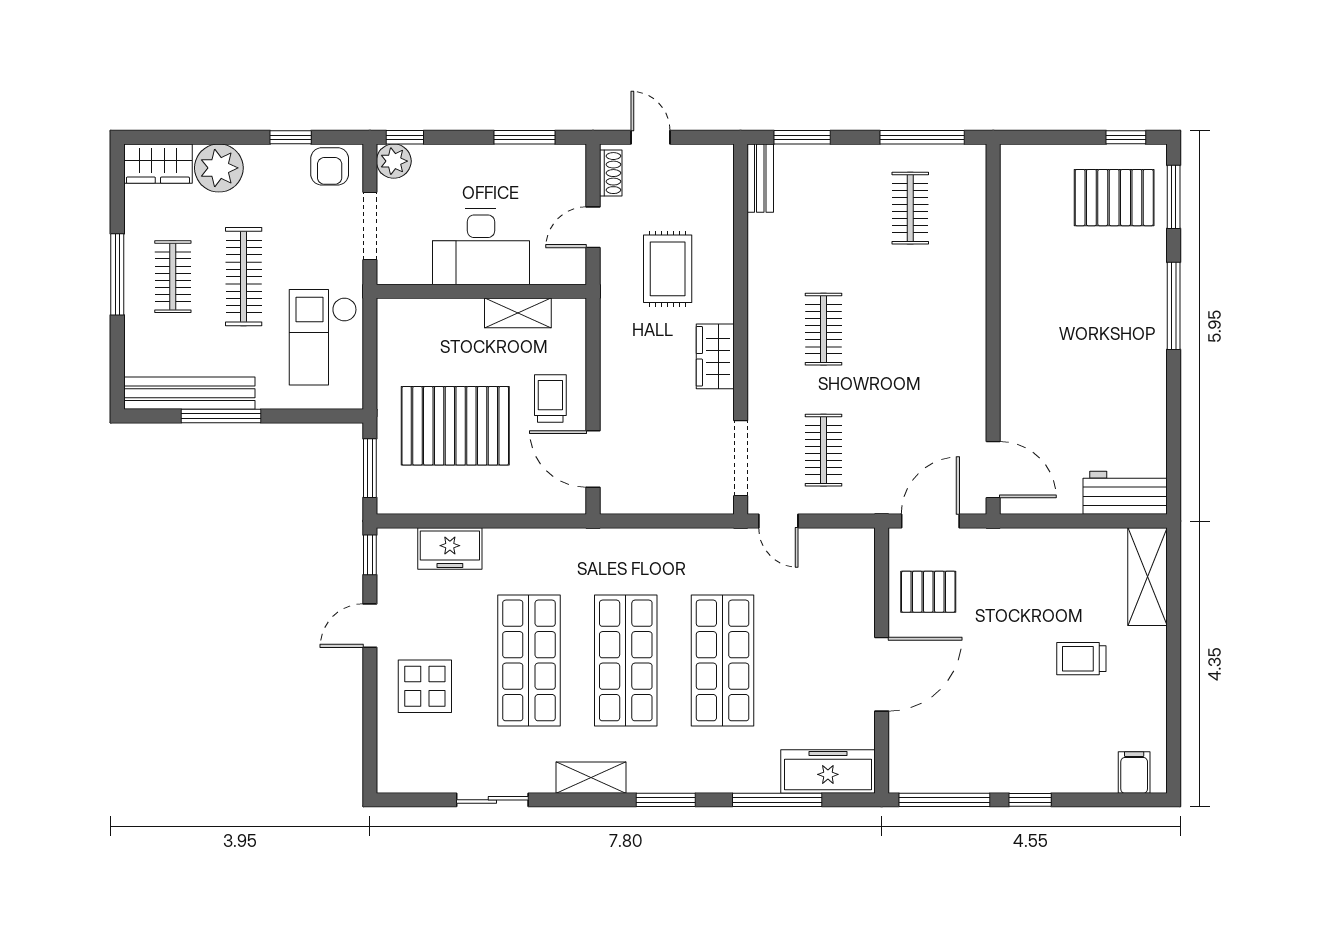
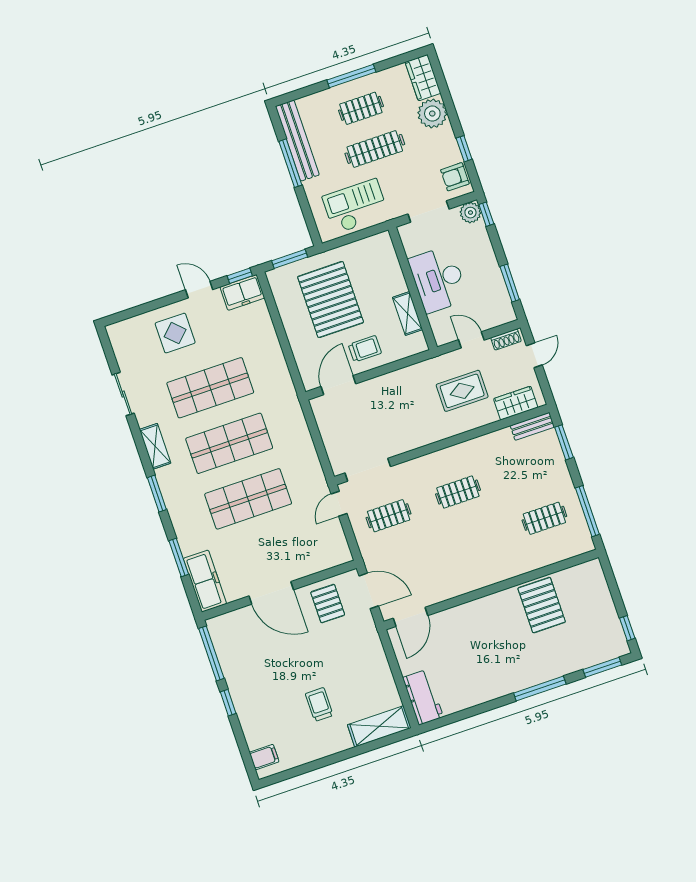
pallet: (1114, 198) -> (542, 605), moved
wardrobe: (715, 356) -> (516, 403), moved
freezer: (450, 548) -> (242, 292), moved, turned -90
window: (777, 800) -> (179, 557), width x0.69

